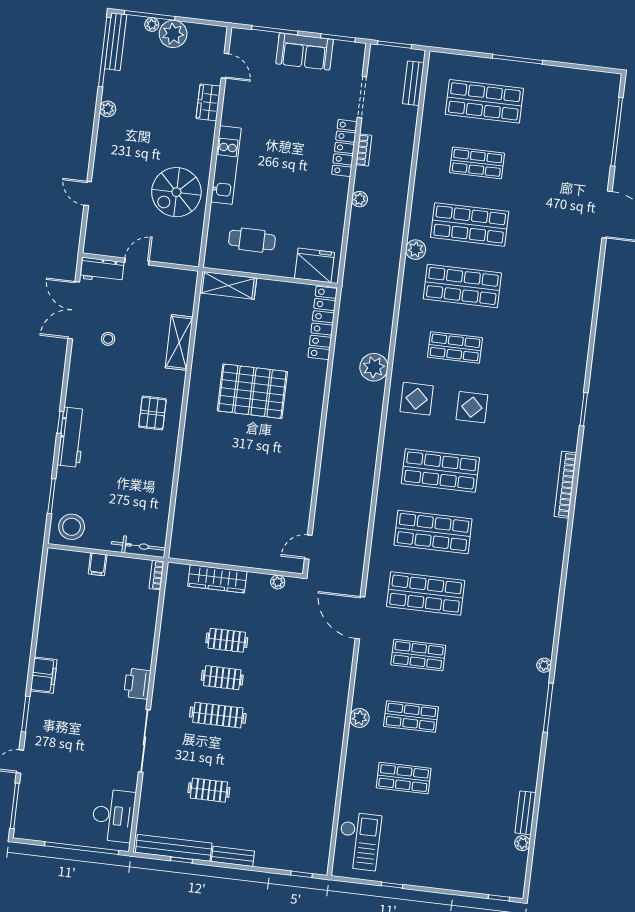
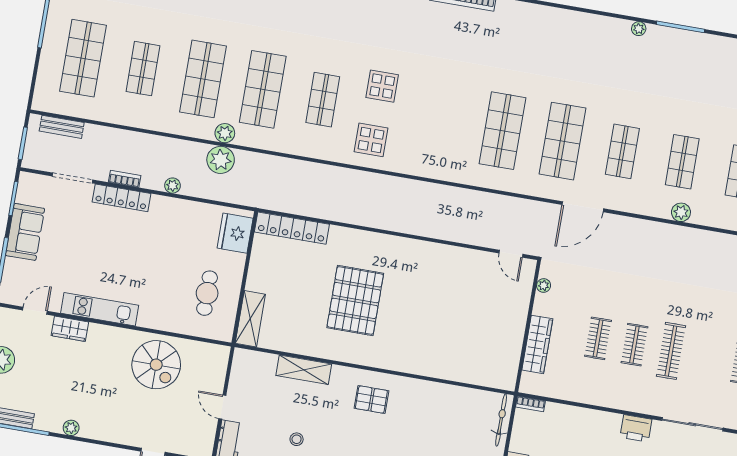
kitchen unit: (226, 165) -> (100, 309), moved
plant: (374, 367) -> (221, 160), moved
shop shelf: (440, 470) -> (443, 120), removed

